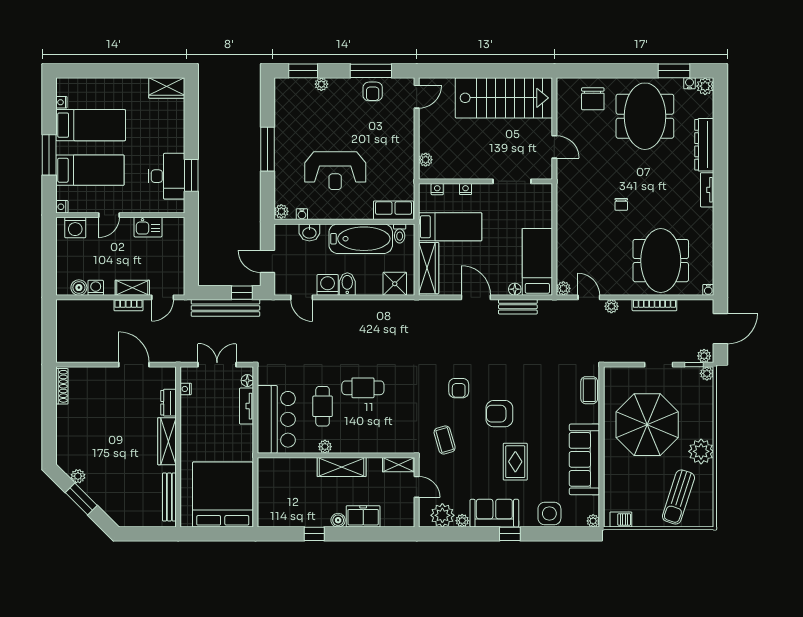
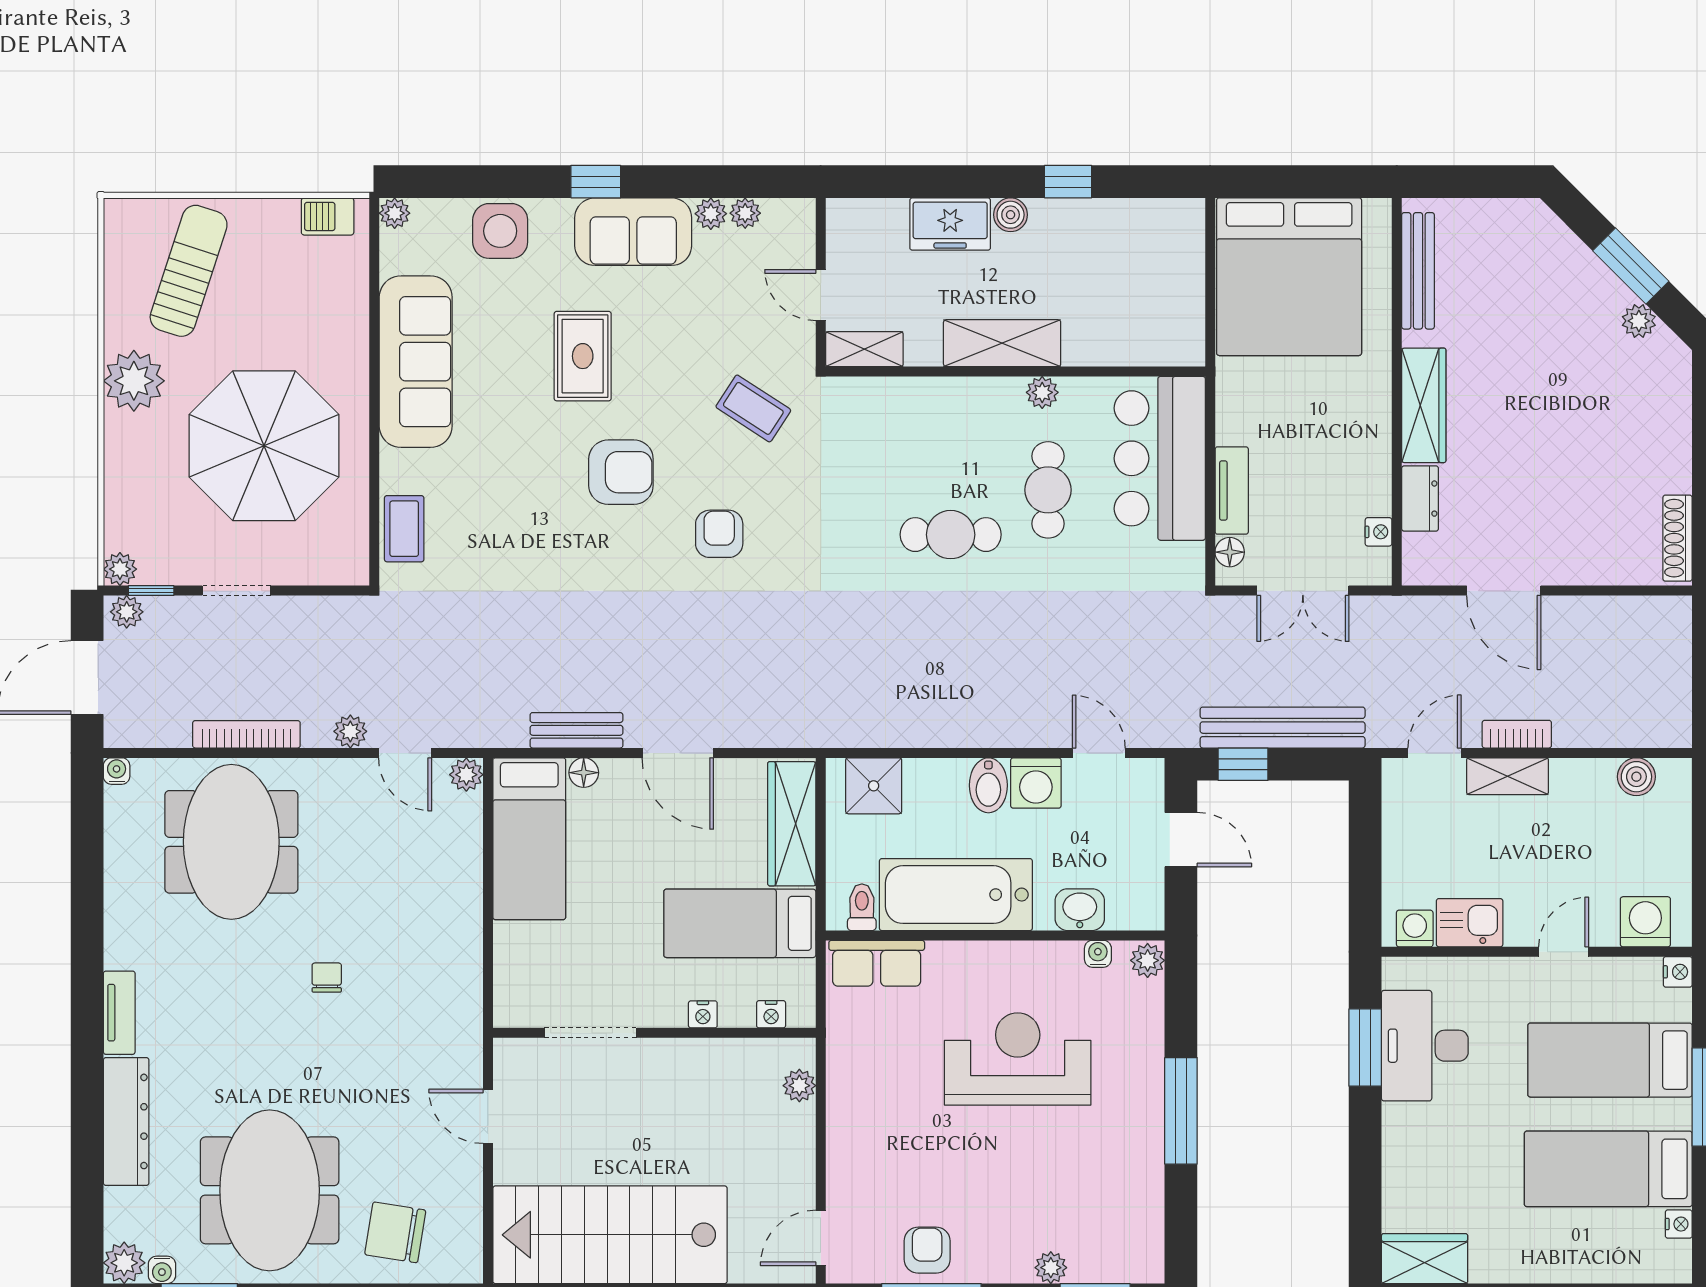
chair: (593, 99) -> (395, 1232), turned -81
washing machine: (96, 288) -> (1415, 929), moved, turned 180
coffee table: (445, 440) -> (753, 408), turned -41
plant: (442, 515) -> (745, 213), width x0.53, depth x0.53

